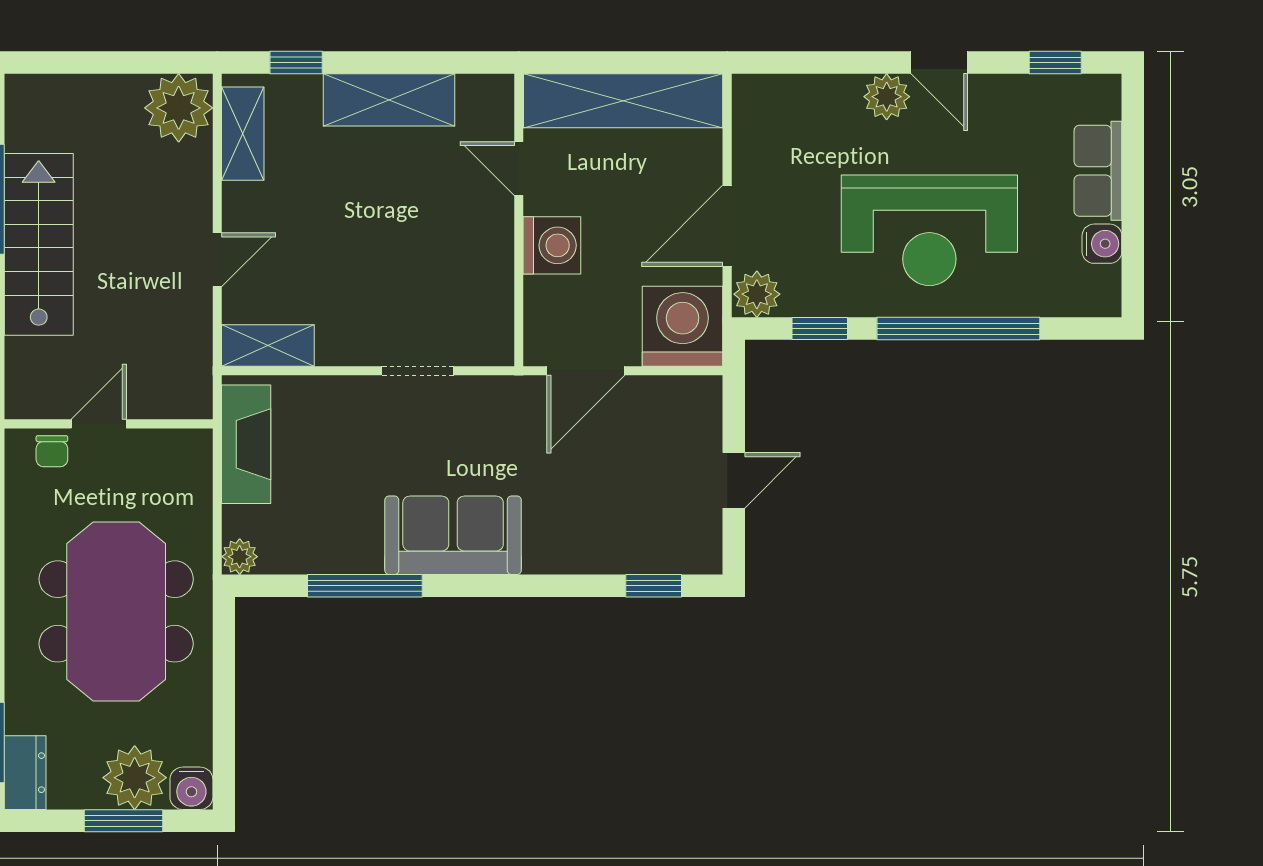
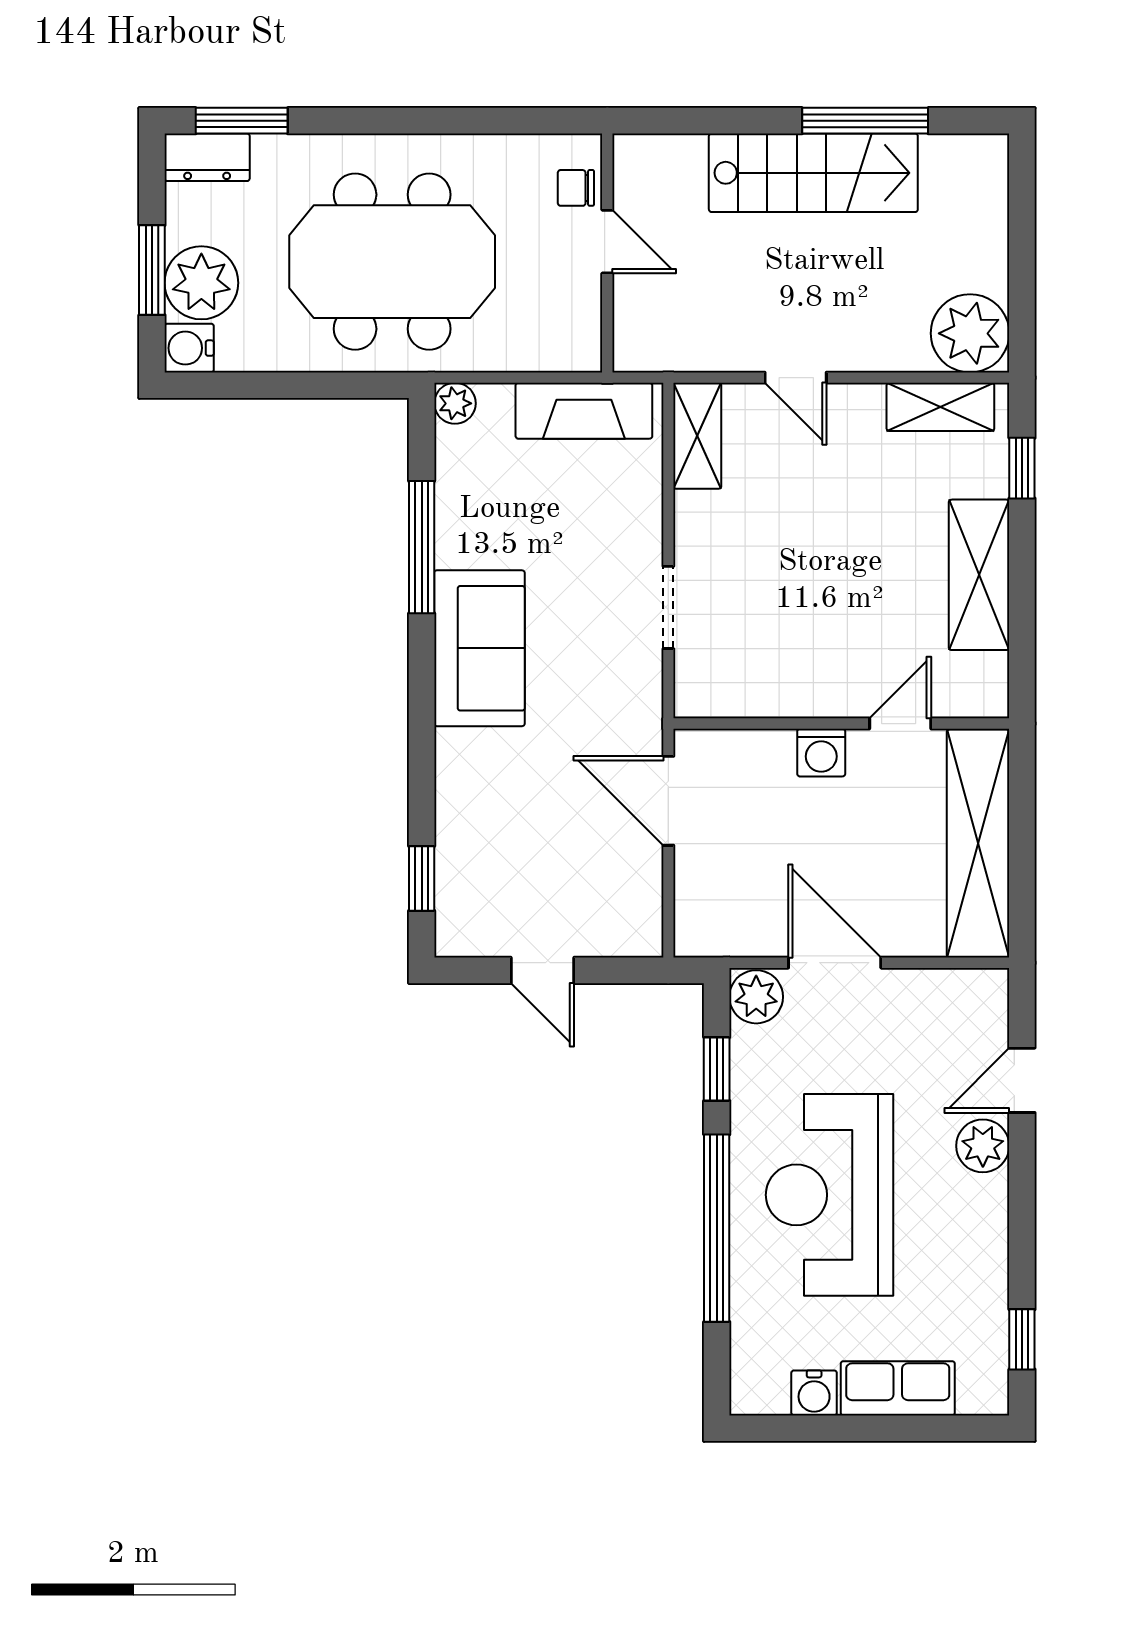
door: (939, 63) -> (1022, 1080), moved
washing machine: (552, 245) -> (821, 753), width x0.73, depth x0.73
washing machine: (683, 326) -> (719, 912), removed

